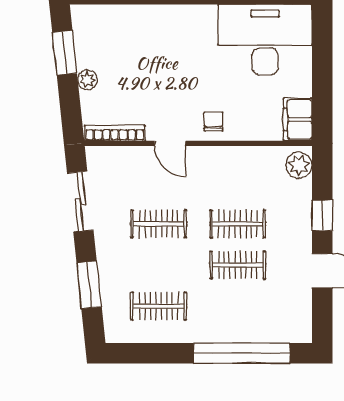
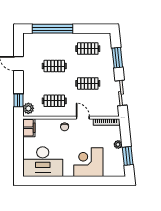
corner desk: (157, 39) -> (88, 162), added
window: (322, 215) -> (18, 100), moved
clothes rail: (238, 224) -> (54, 101), moved

